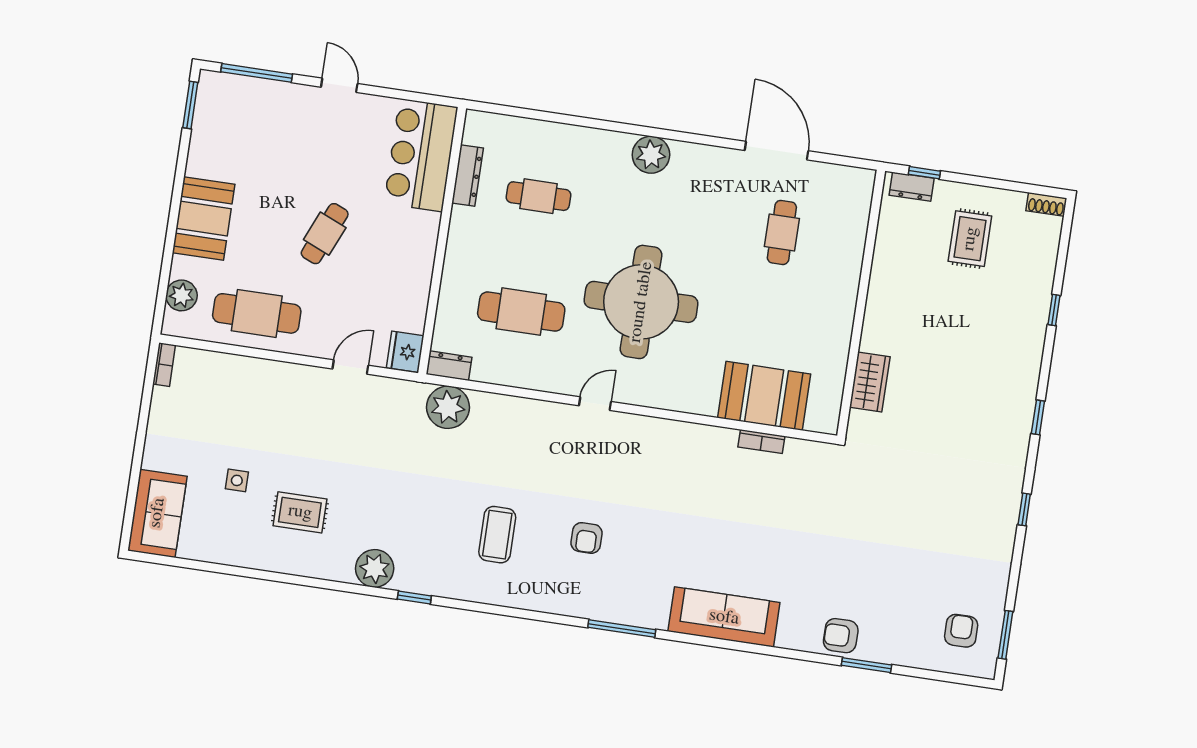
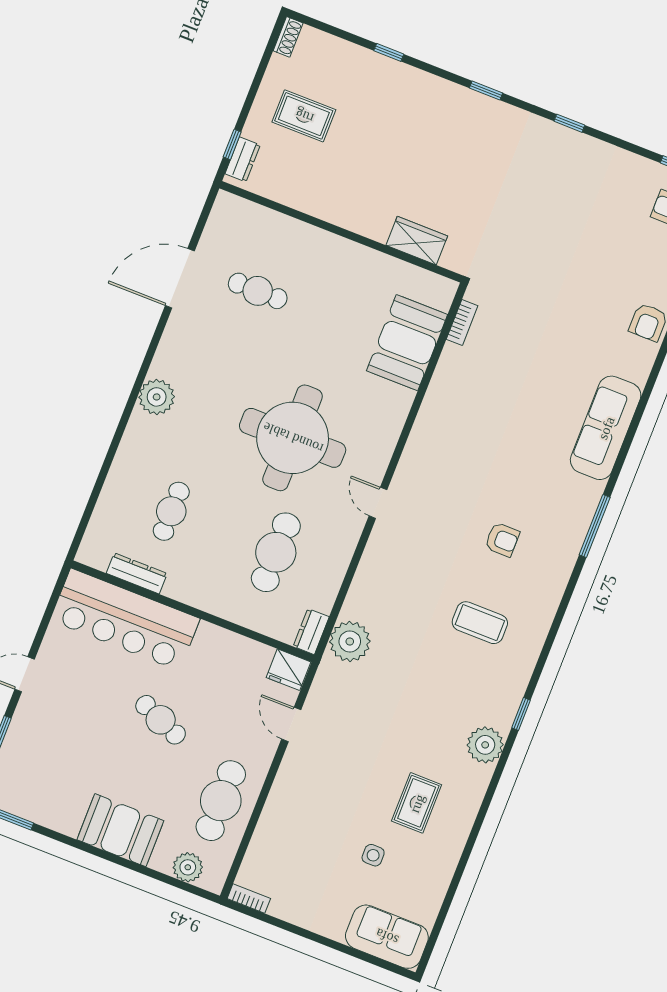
bar counter: (421, 155) -> (125, 620), width x1.36
bookcase: (761, 442) -> (462, 322), moved

